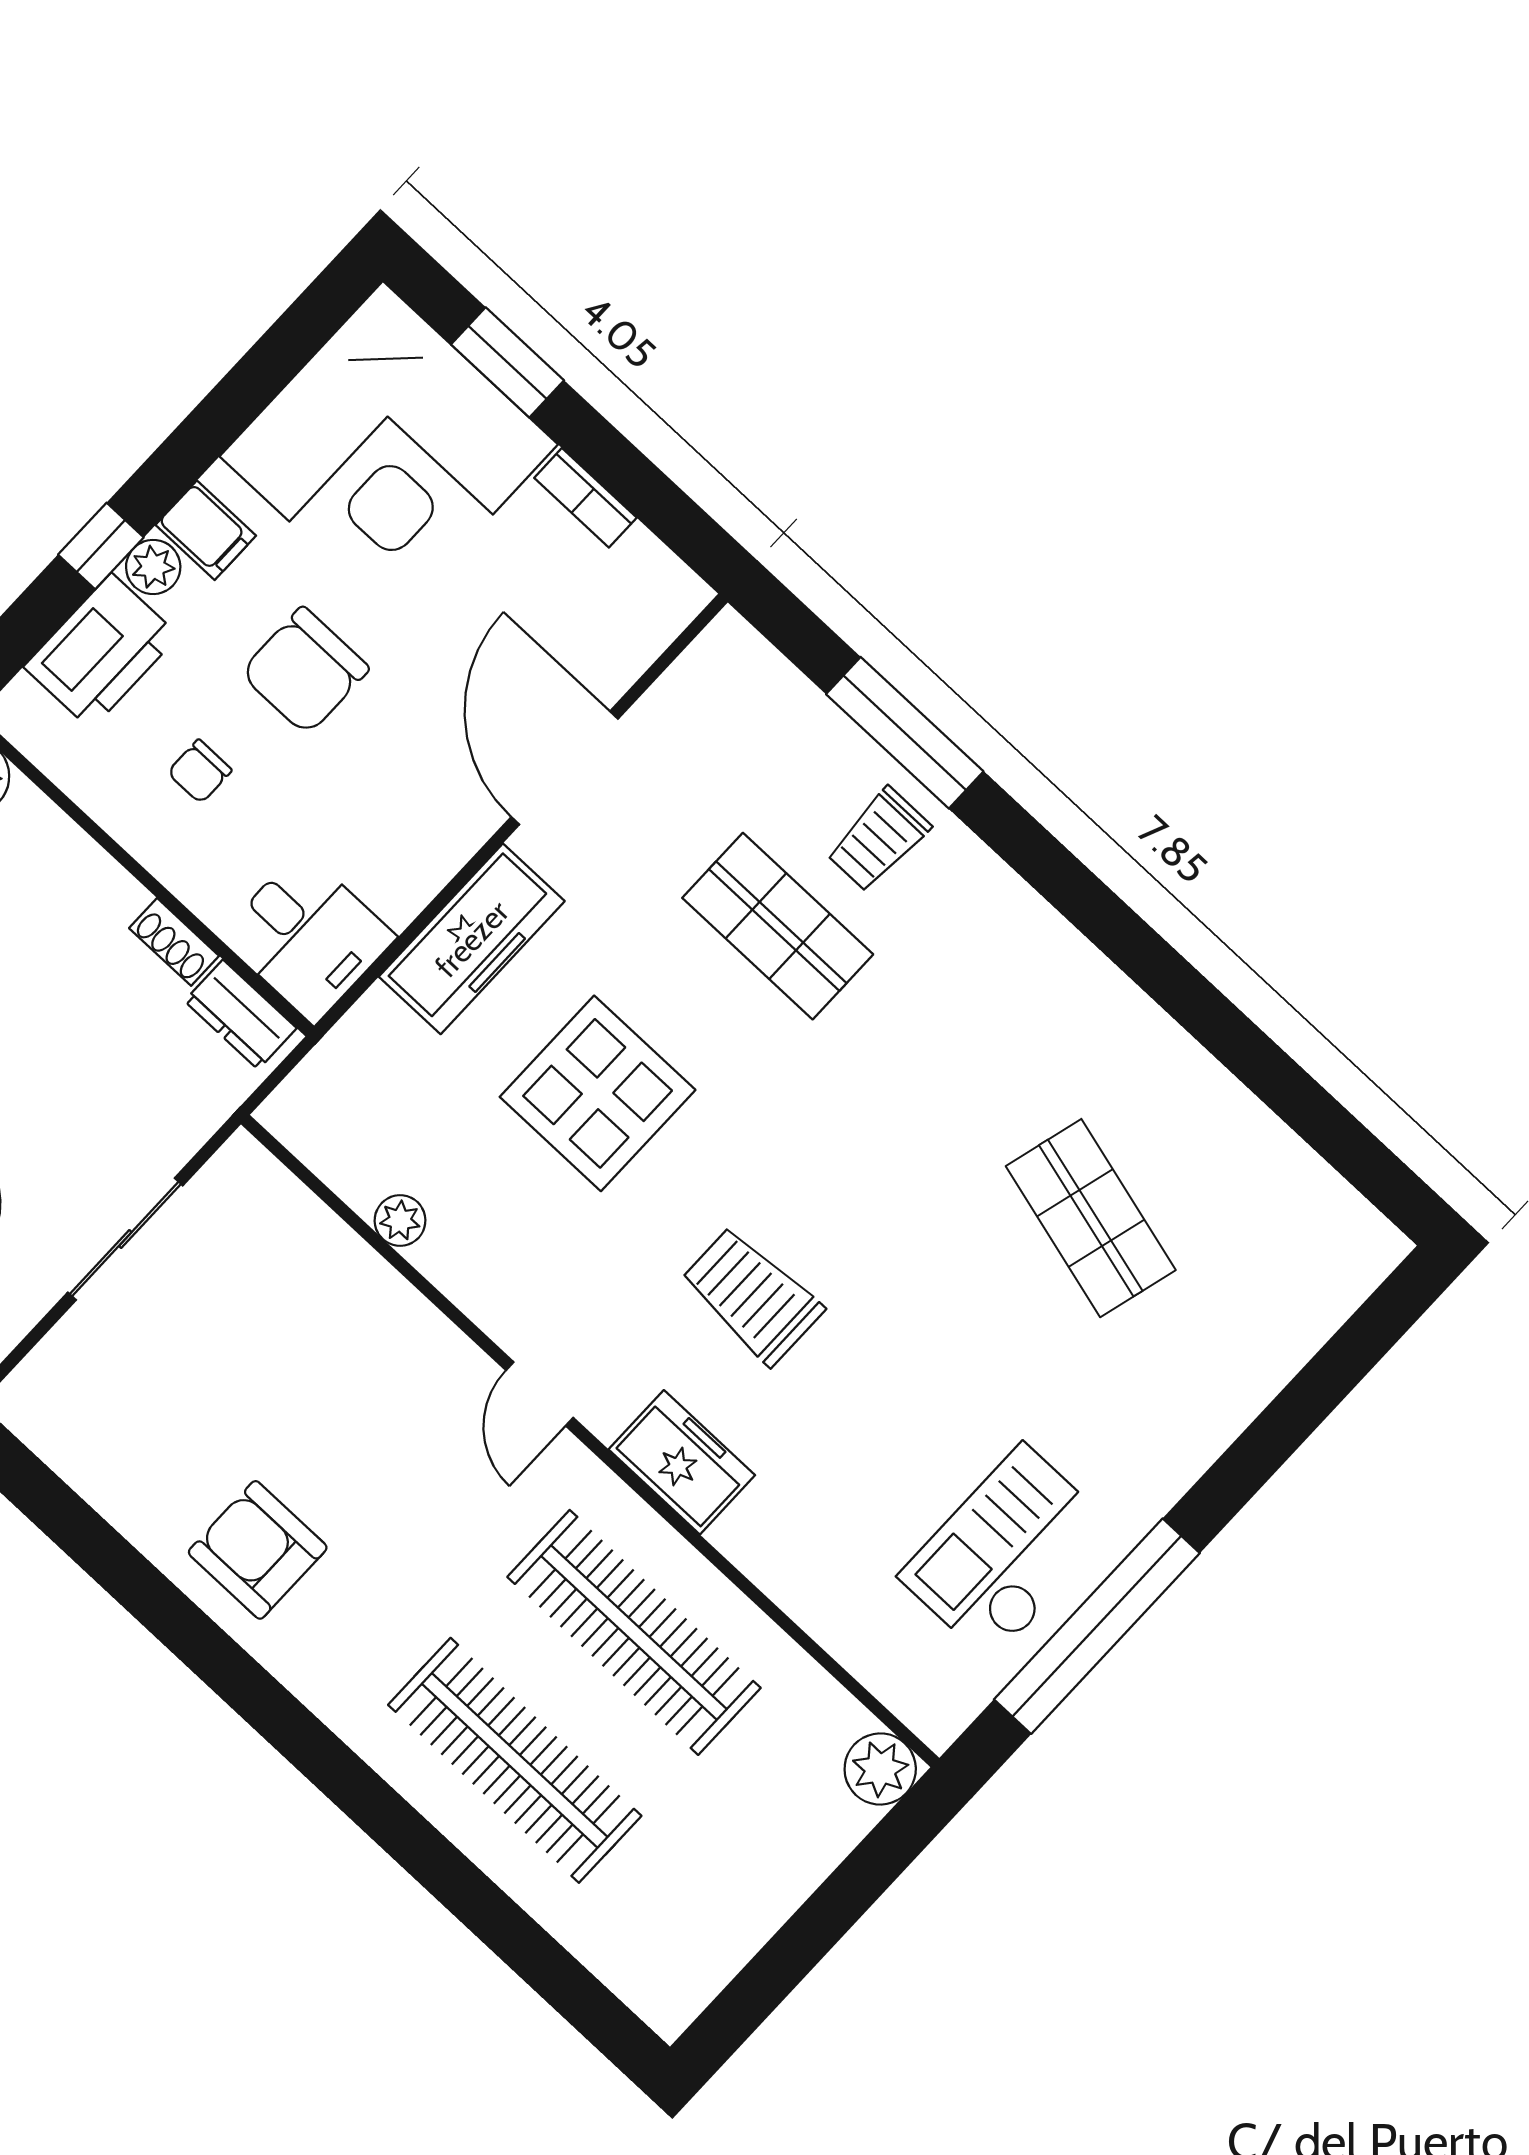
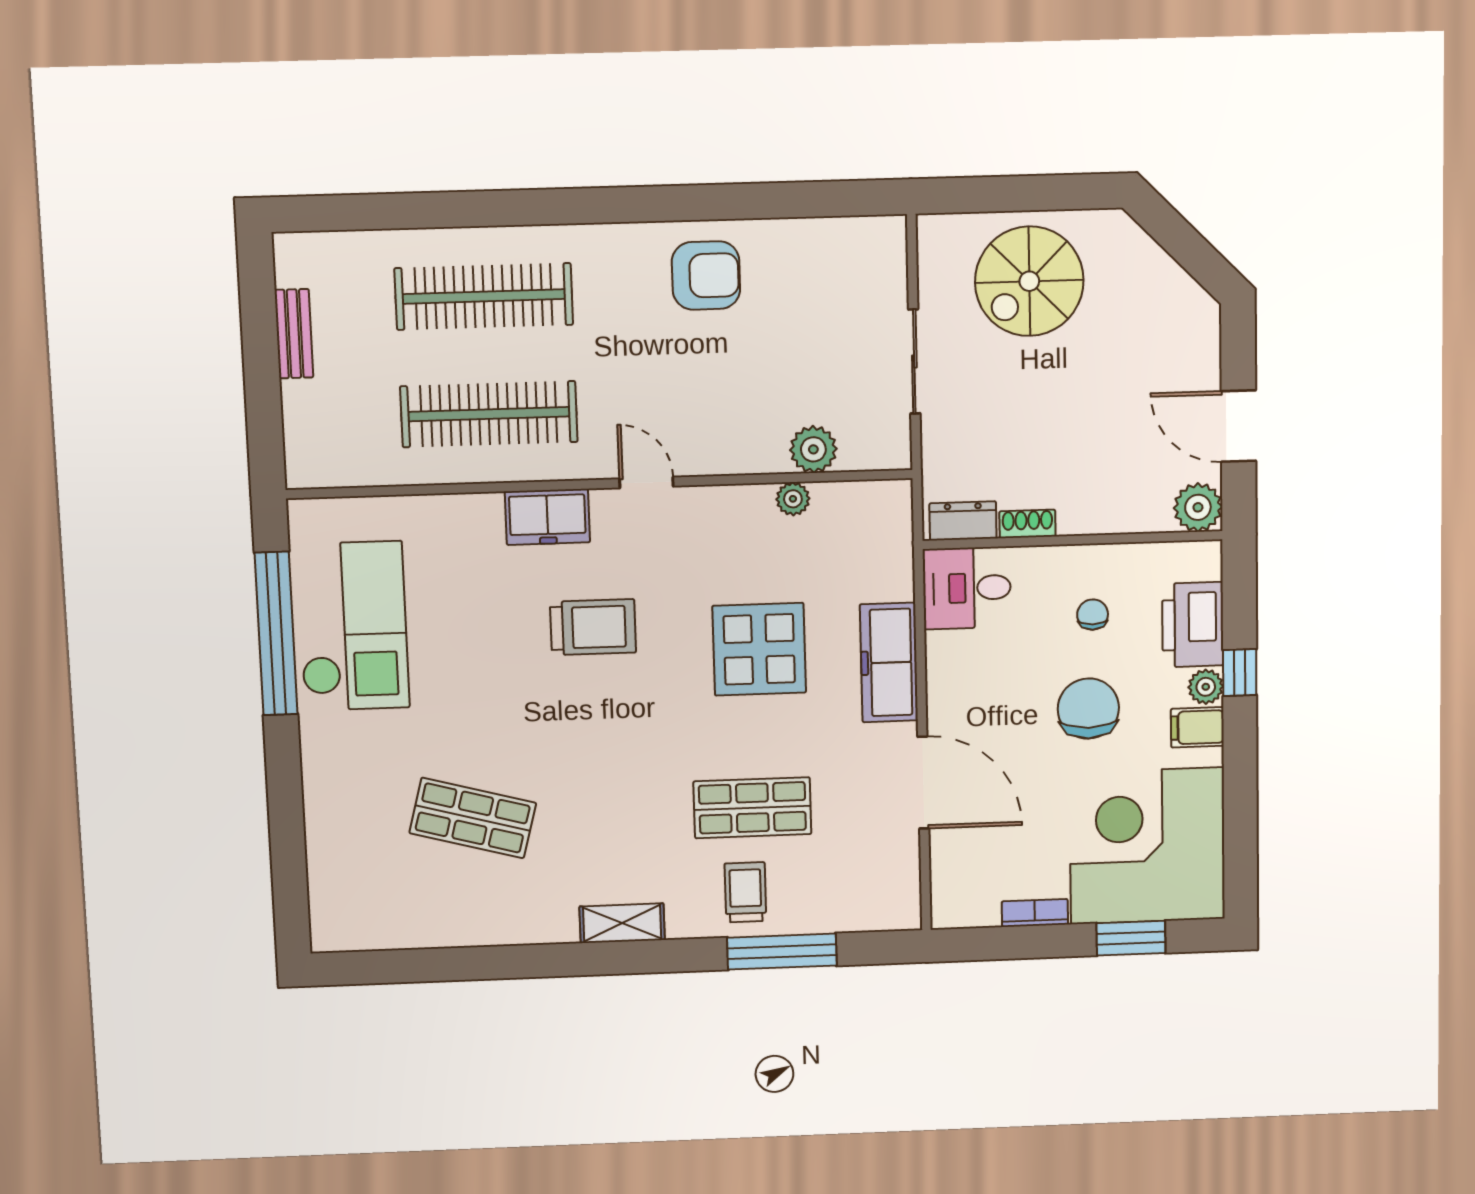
shelving: (1047, 940) -> (622, 923), added
checkout: (1007, 1553) -> (353, 626), width x1.36, depth x1.21
plant: (880, 1769) -> (813, 449), moved
bench: (754, 1920) -> (294, 334), added

